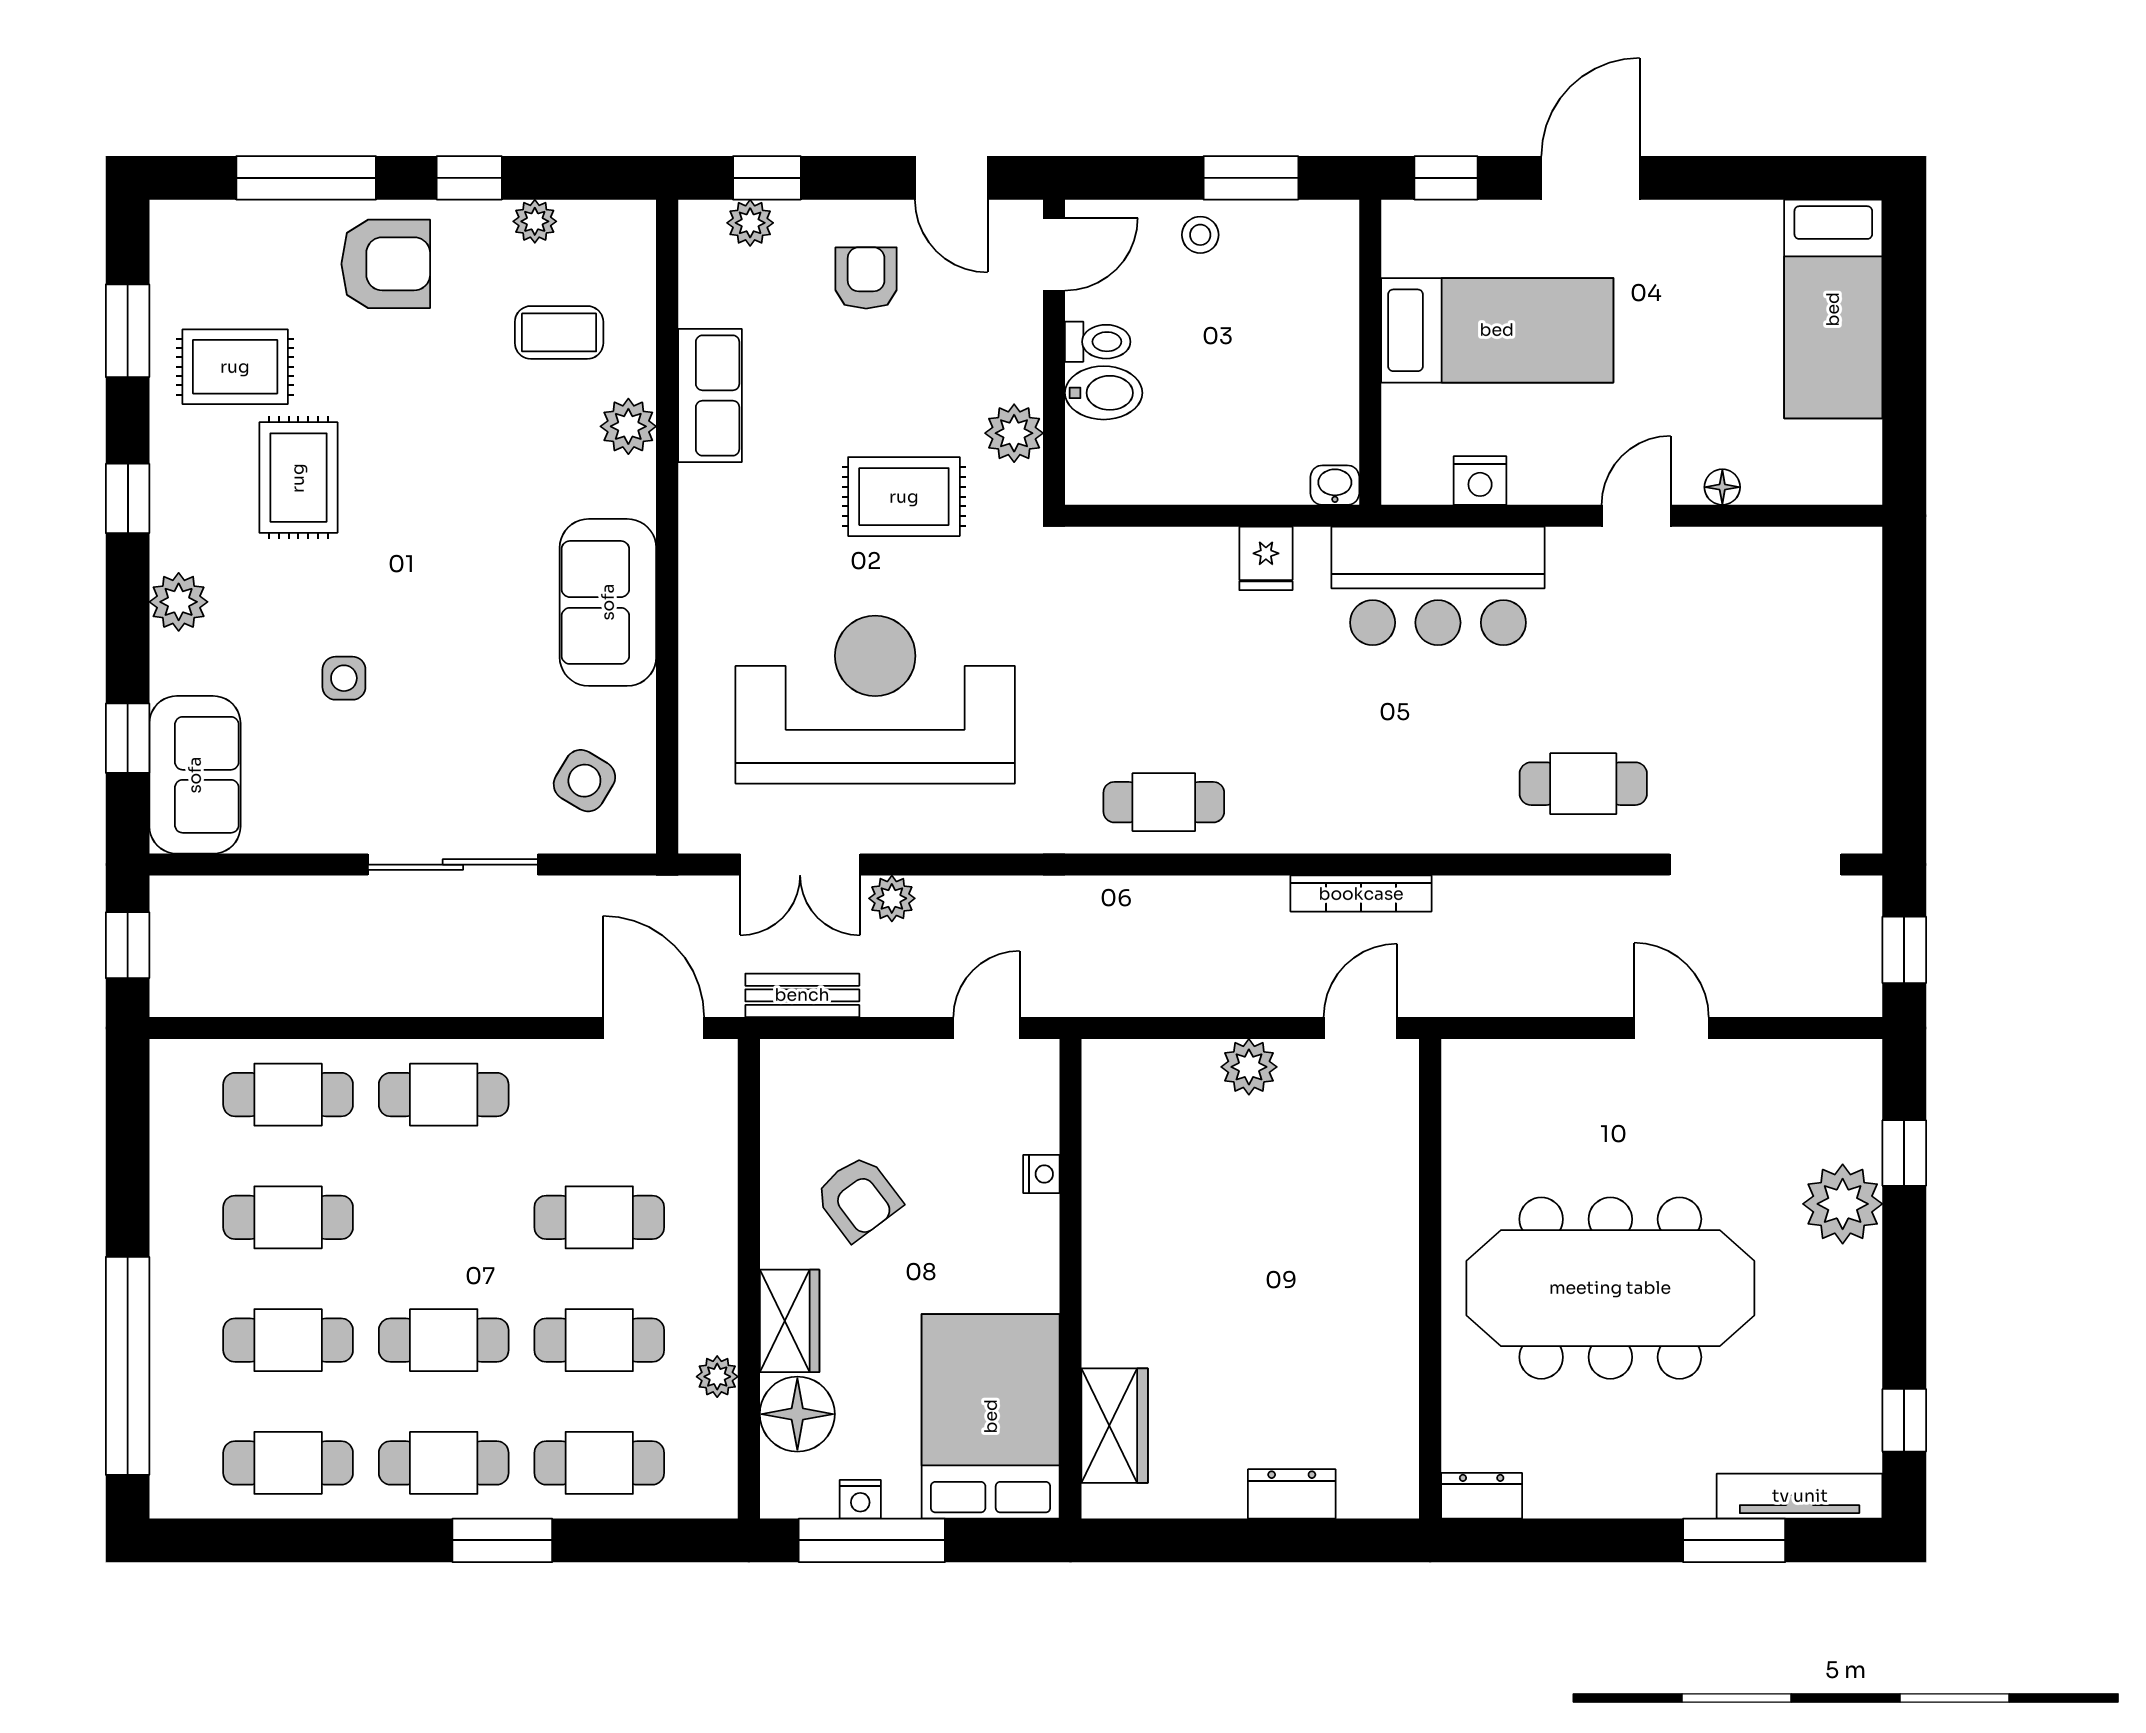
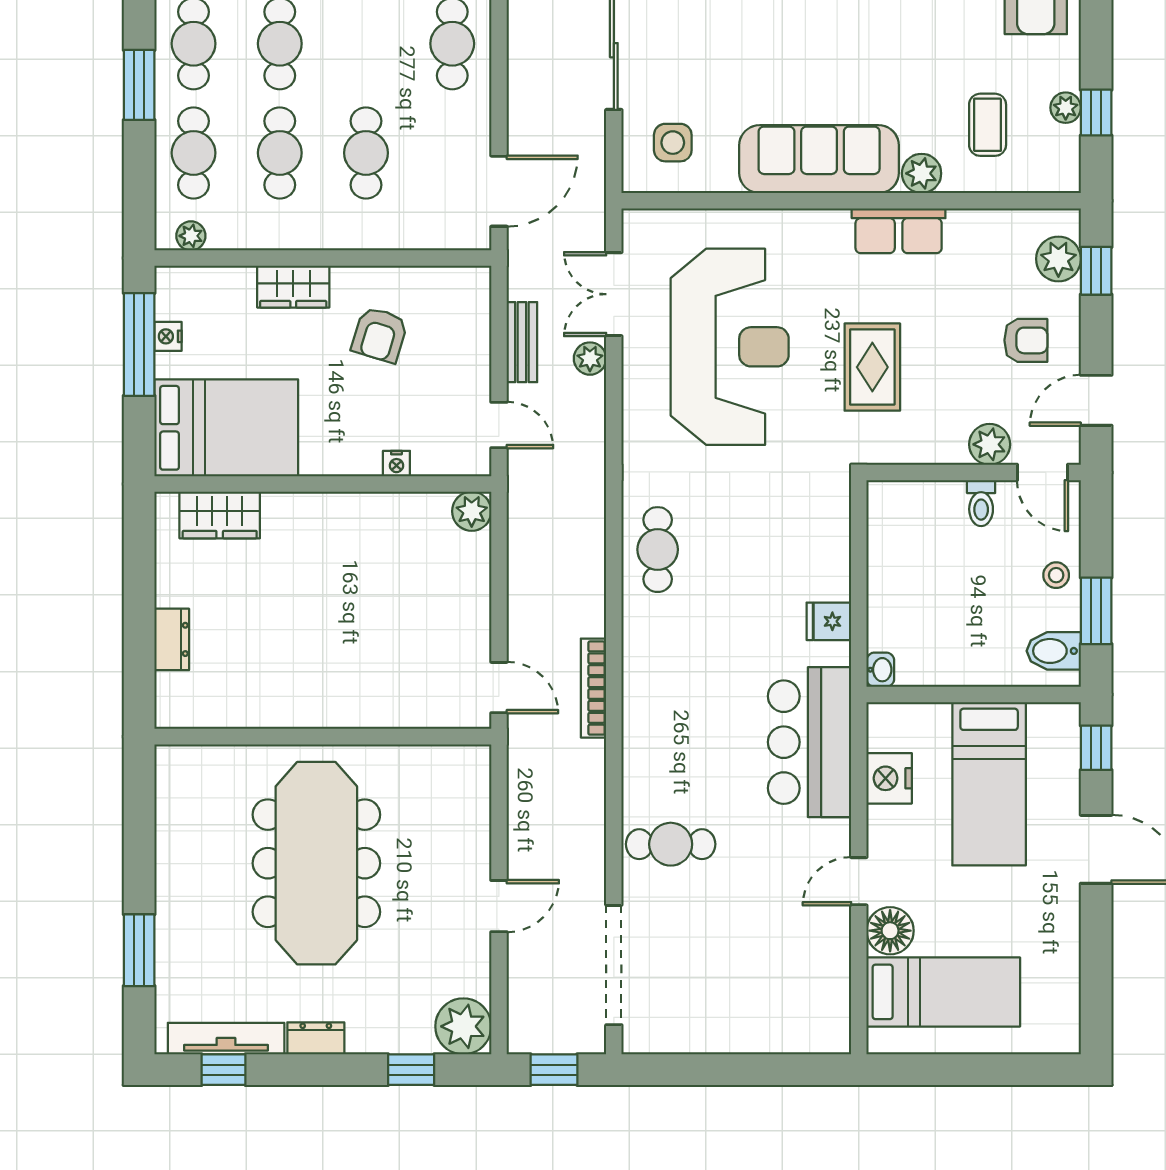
window: (469, 178) -> (1096, 113), moved
plant: (750, 223) -> (1058, 259), width x1.38, depth x1.38
bed: (1833, 309) -> (943, 992), moved, turned 180
bidet: (1104, 393) -> (1054, 651), moved, turned 90
row of seats: (710, 395) -> (899, 231), moved
plant: (1014, 433) -> (990, 444), moved
nightstand: (1480, 481) -> (889, 778), width x1.36, depth x1.33
floor lamp: (1722, 487) -> (890, 931), width x1.89, depth x1.89
door: (1636, 516) -> (859, 881), swing flipped
sofa: (608, 602) -> (819, 159), width x1.36
side table: (584, 781) -> (673, 143), turned -31
cafe table: (1583, 784) -> (671, 844), turned 90
bench: (802, 995) -> (522, 342), moved
plant: (1249, 1067) -> (472, 511), moved
armchair: (858, 1198) -> (380, 335), turned -36
plant: (1843, 1204) -> (463, 1026), moved
plant: (717, 1377) -> (191, 236), moved
floor lamp: (797, 1414) -> (228, 292), removed
dresser: (1482, 1496) -> (316, 1038), moved, turned -90
tv unit: (1800, 1496) -> (226, 1039), moved, turned -90

